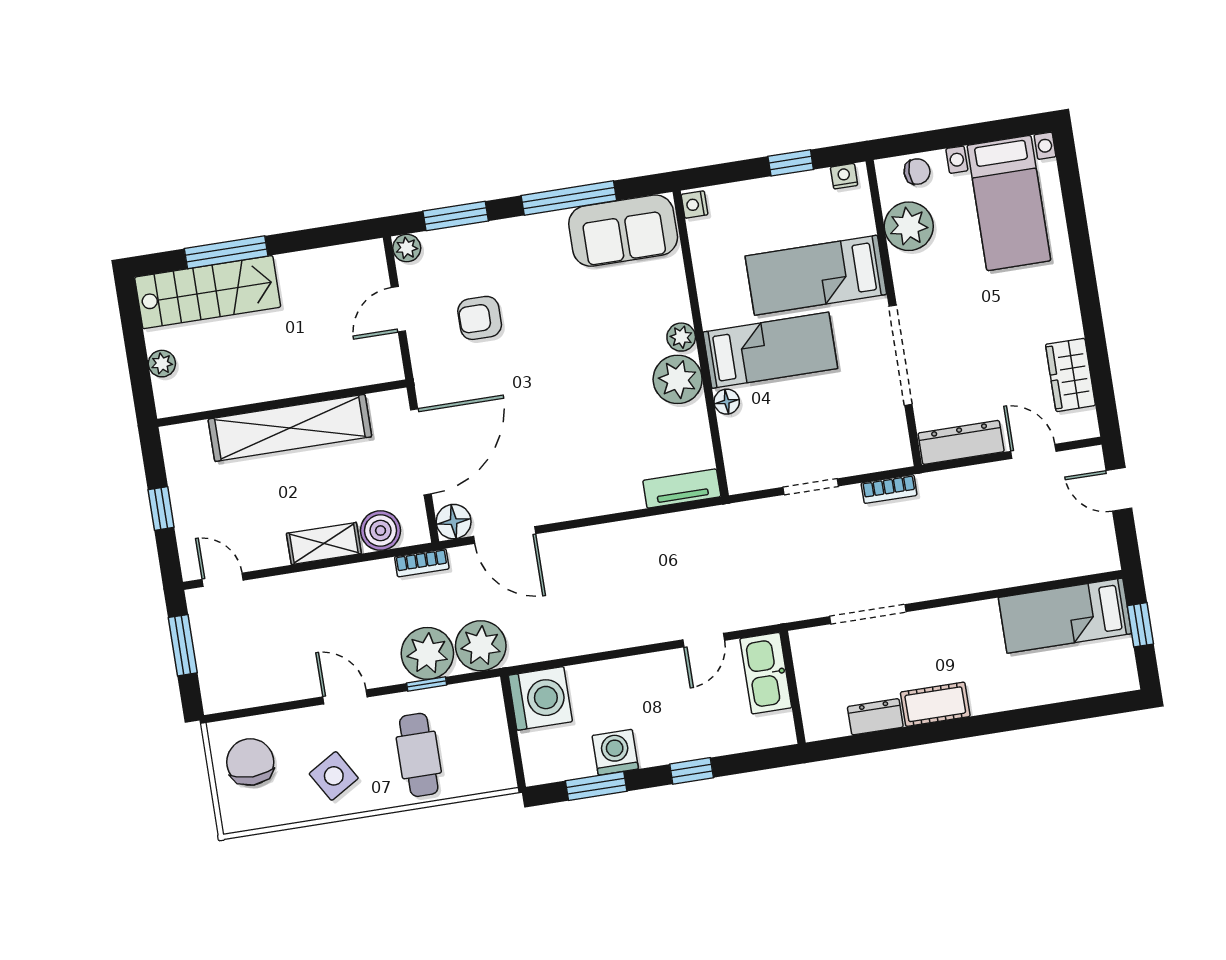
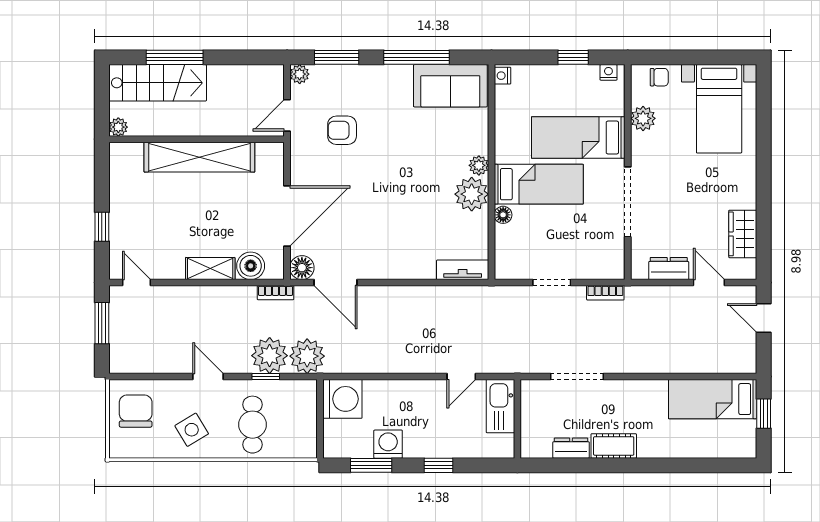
plant: (909, 226) -> (643, 118), width x0.73, depth x0.73
wall: (282, 403) -> (197, 139), moved
shelving: (290, 428) -> (199, 157), moved
dresser: (961, 442) -> (669, 268), width x0.70

